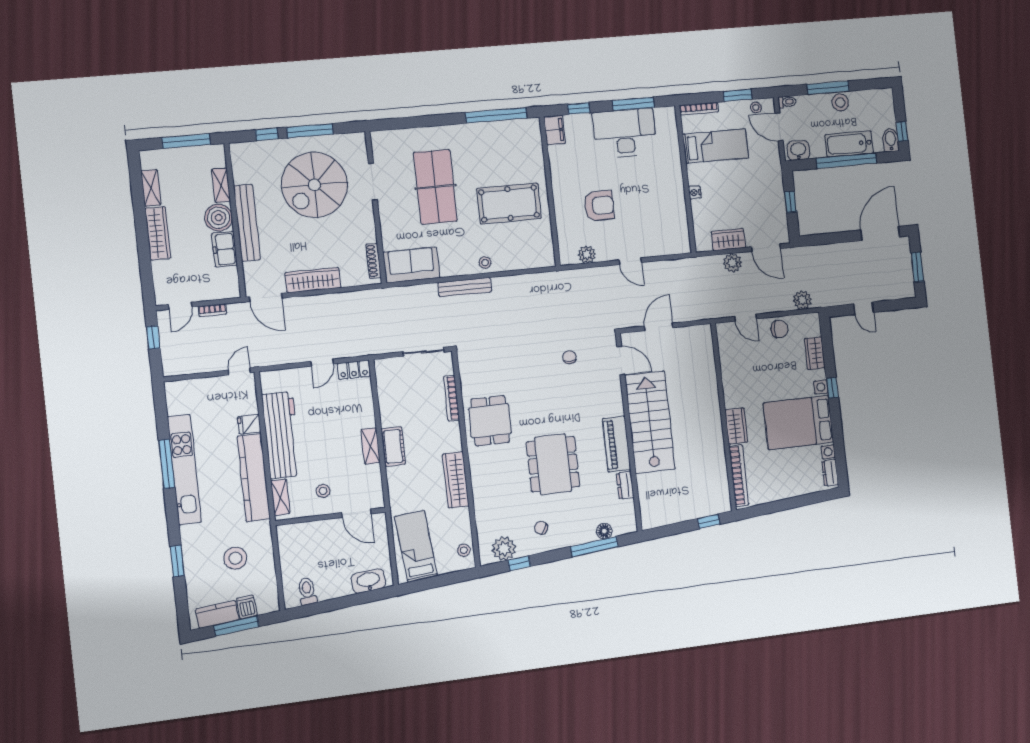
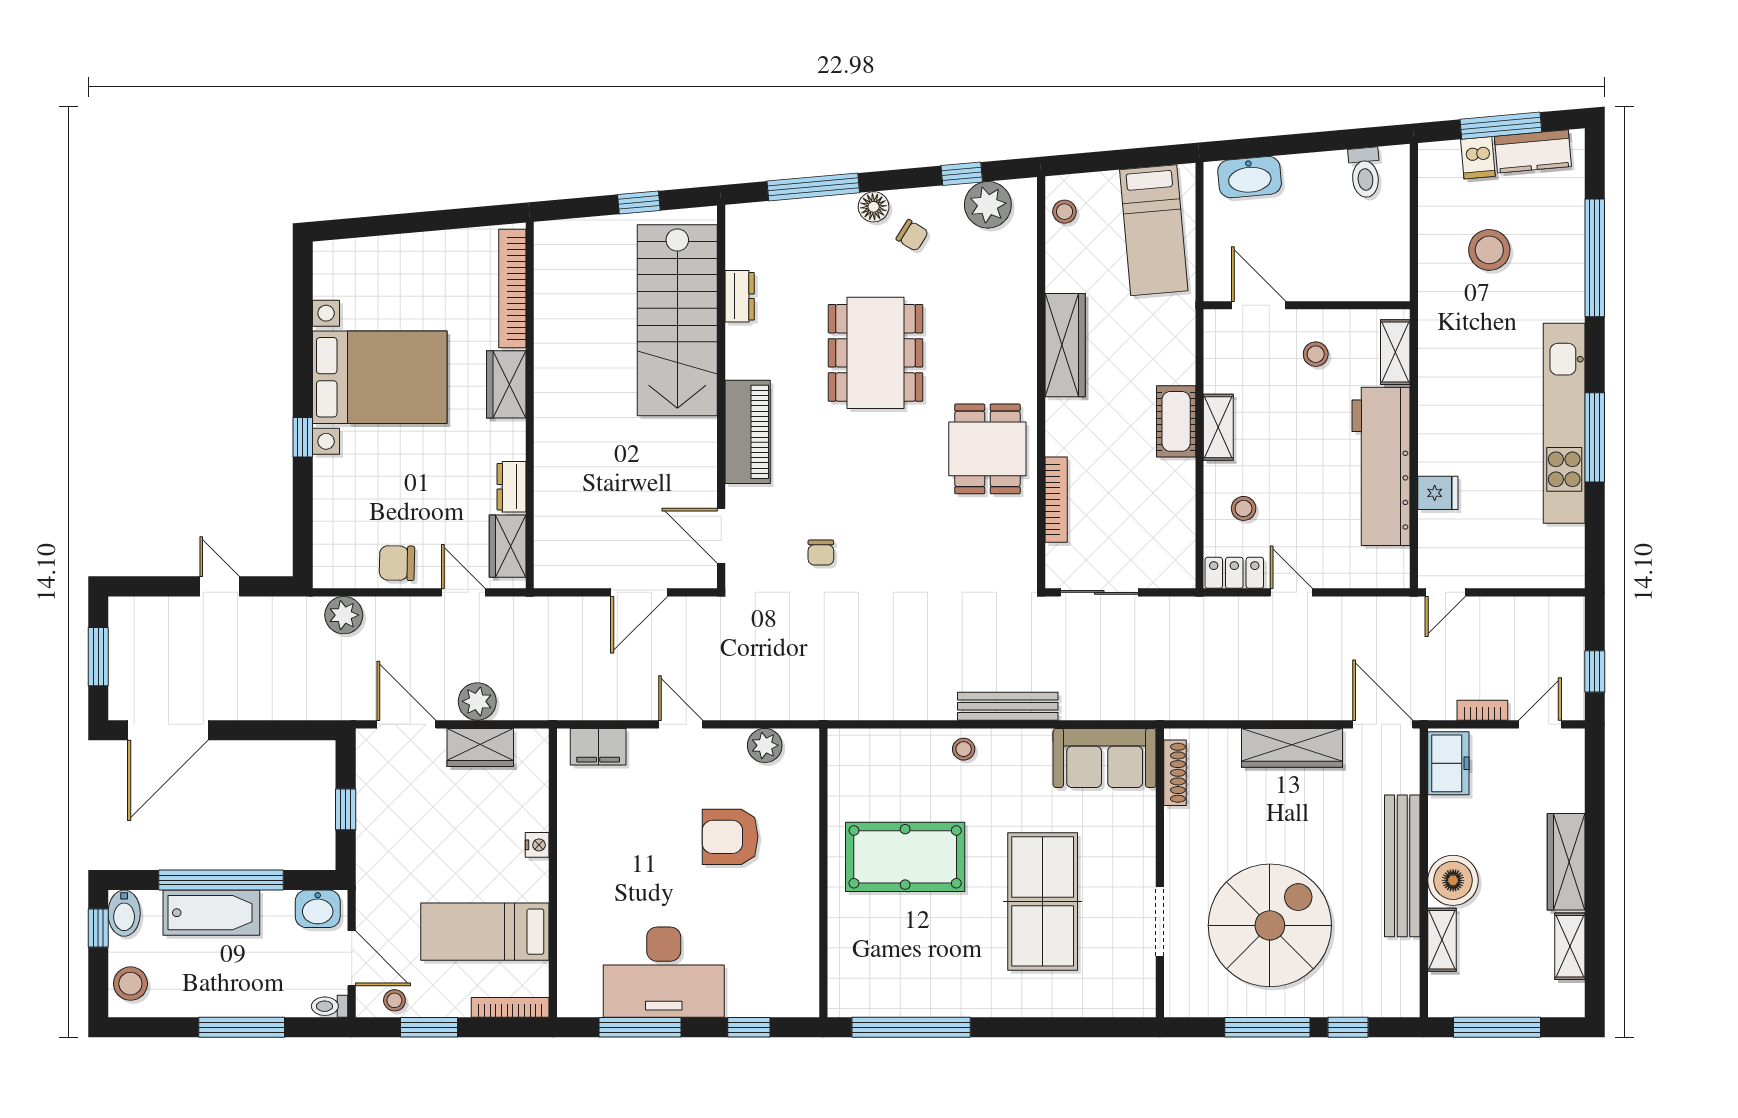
stool: (840, 102) -> (130, 984), moved
filing cabinet: (554, 130) -> (598, 747), moved, turned -90
freezer: (224, 249) -> (1448, 763), moved
wardrobe: (815, 353) -> (508, 546), moved, turned 180
door: (322, 363) -> (1291, 592), hinge flipped
stool: (353, 404) -> (1244, 508), added
stairs: (650, 422) -> (677, 320), moved
piano: (617, 444) -> (748, 432), moved
dresser: (830, 473) -> (511, 487), moved, turned 180
kitchen counter: (254, 478) -> (1440, 394), removed
window: (709, 521) -> (639, 202), moved
floor lamp: (604, 531) -> (874, 207), moved
window: (177, 561) -> (1595, 258), width x2.11

